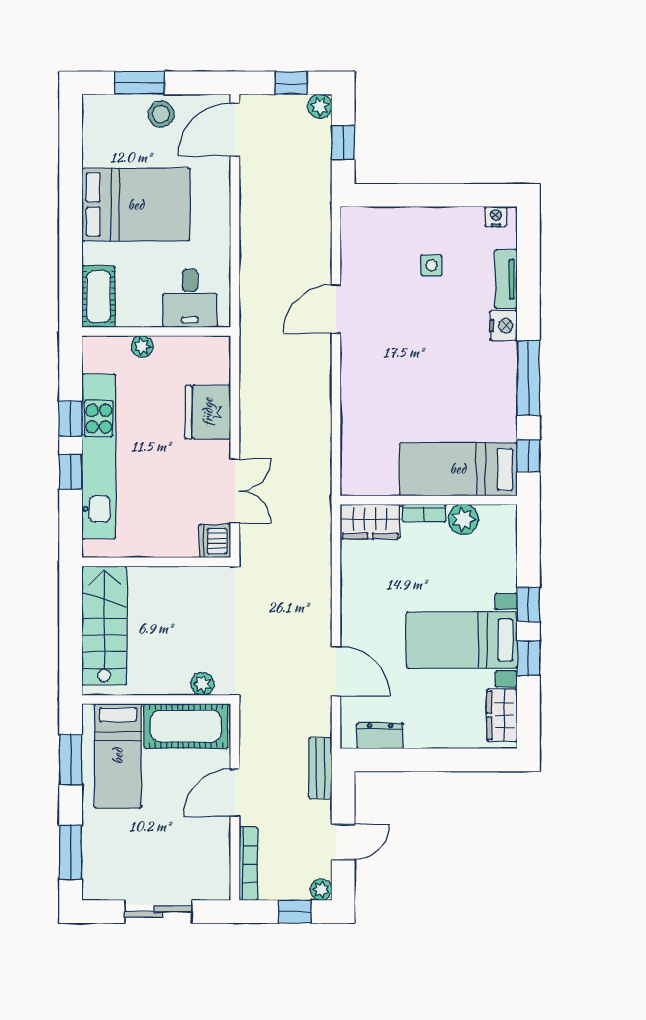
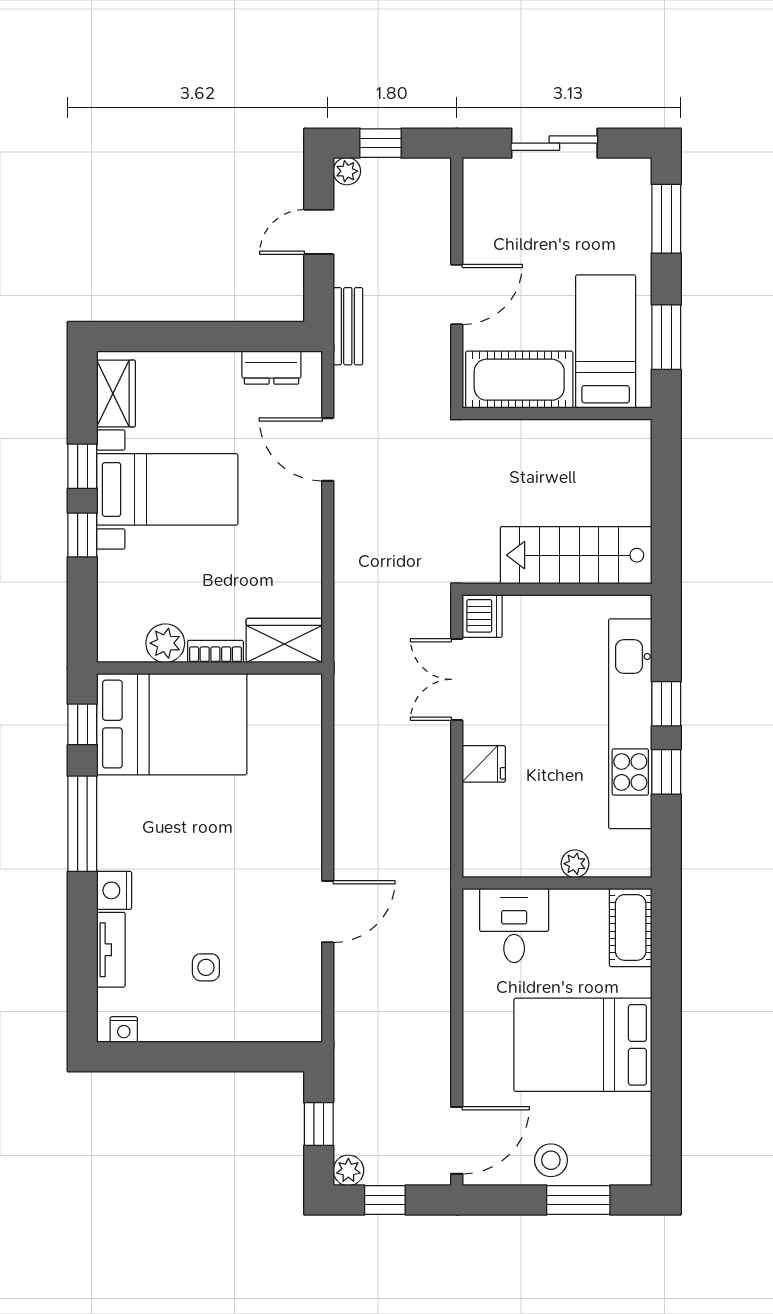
fridge: (208, 412) -> (484, 764), width x0.53, depth x0.75
bed: (458, 469) -> (172, 724), width x1.50
stairs: (104, 626) -> (576, 555), moved, turned 90
plant: (203, 684) -> (498, 434), removed
bookcase: (248, 864) -> (439, 204), removed

